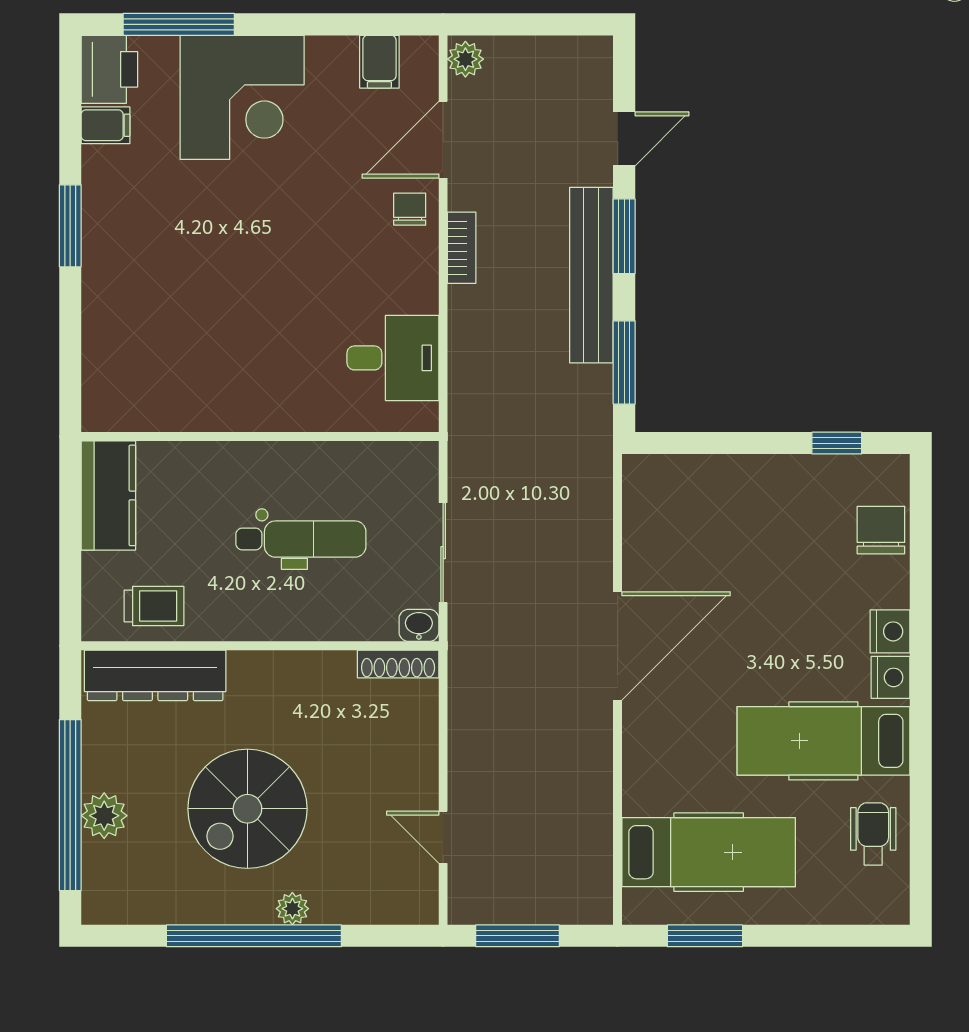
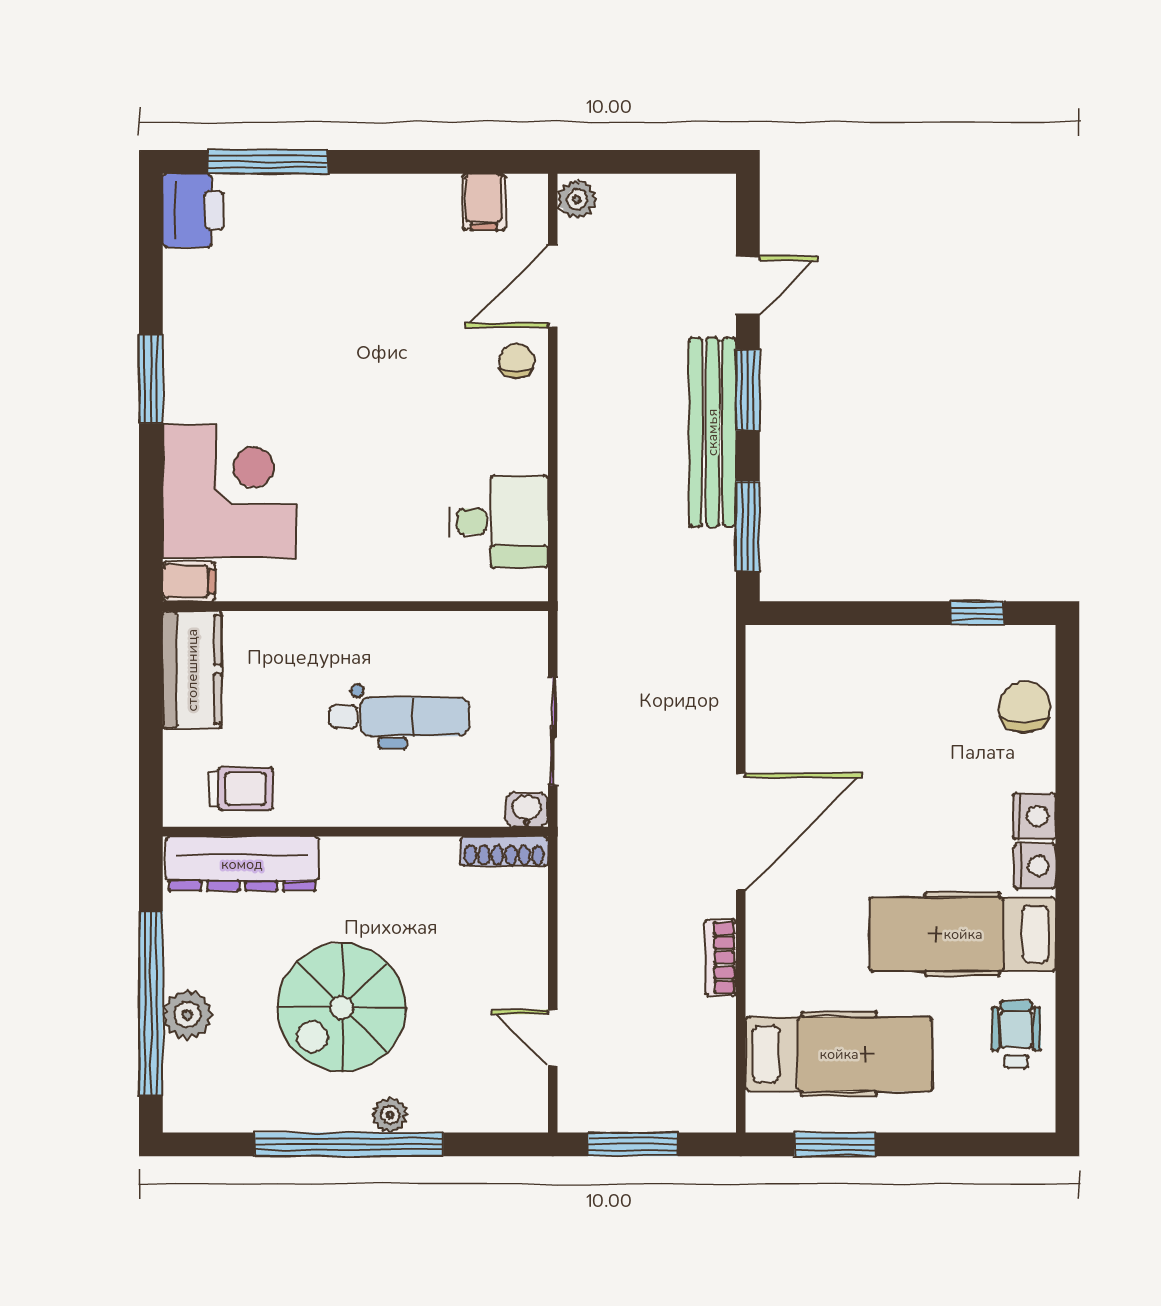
corner desk: (242, 97) -> (229, 491), moved, turned -90
filing cabinet: (106, 125) -> (189, 581), moved
bookcase: (462, 248) -> (721, 958), moved, turned 180

